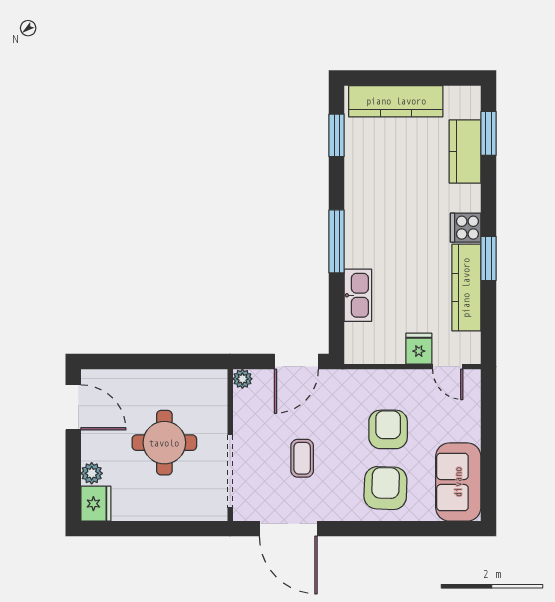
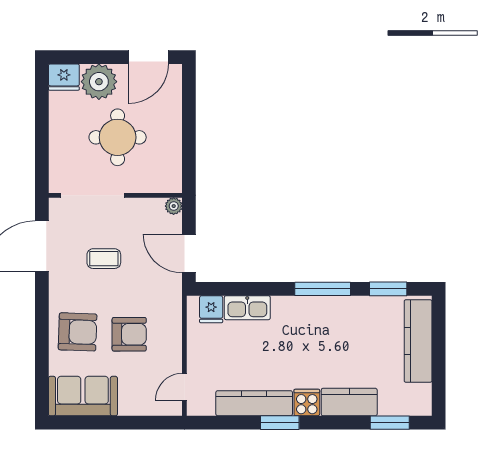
kitchen counter: (465, 151) -> (349, 402), moved
window: (337, 241) -> (323, 289), moved
fridge: (419, 349) -> (211, 309), moved, turned 90
plant: (92, 473) -> (99, 82), width x1.87, depth x1.87

